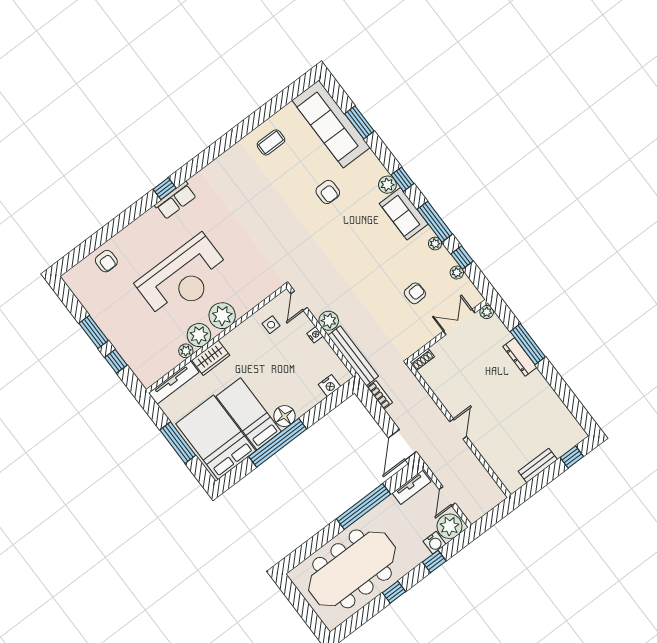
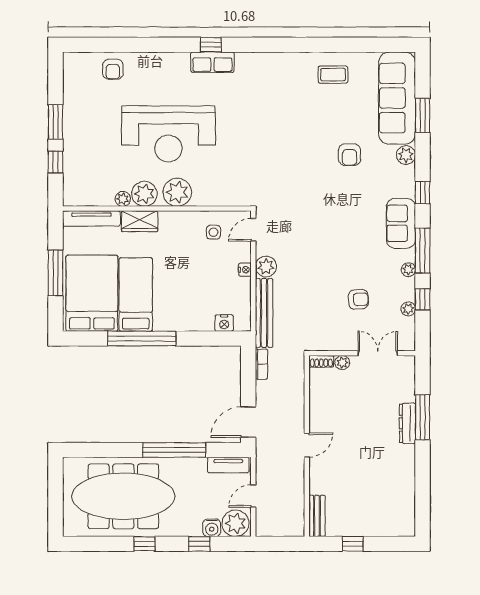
plant: (387, 185) -> (406, 155), moved
plant: (487, 312) -> (342, 363), moved
floor lamp: (284, 416) -> (165, 320), removed
window: (572, 457) -> (353, 544), moved
bench: (538, 465) -> (317, 516), moved, turned 90

